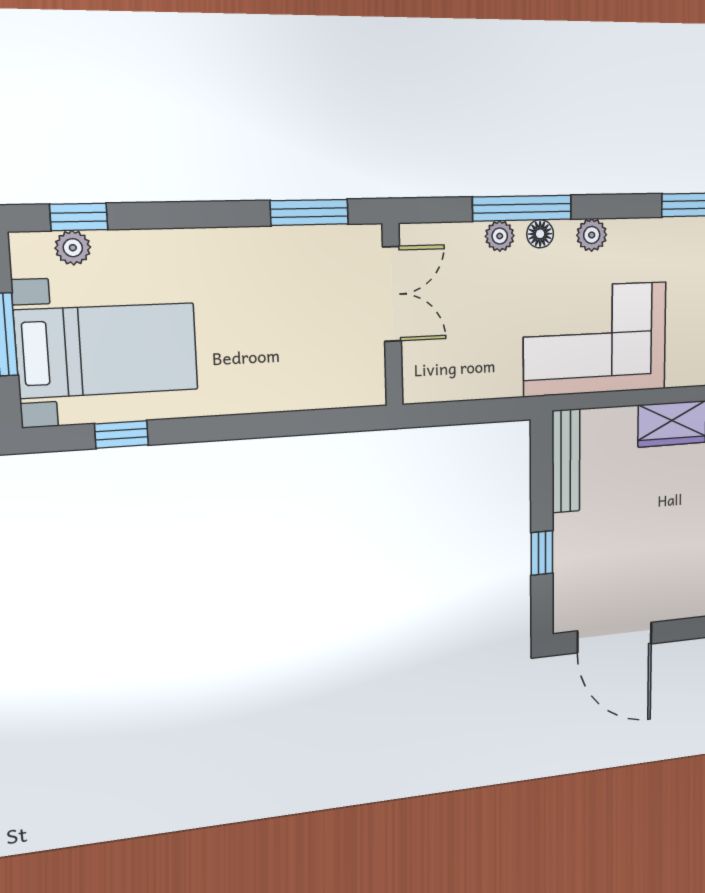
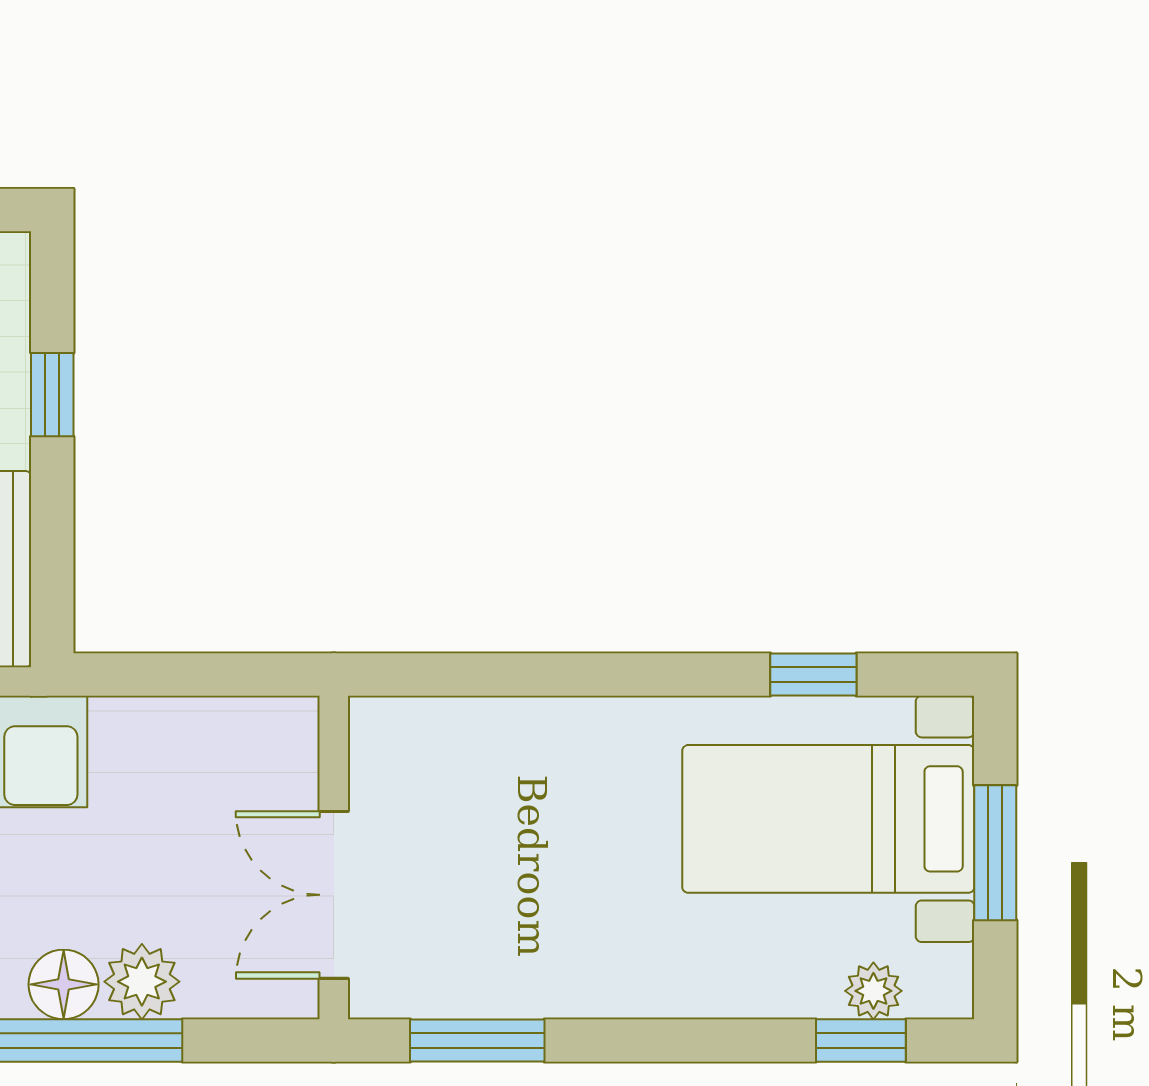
floor lamp: (540, 234) -> (64, 984), width x1.37, depth x1.37
plant: (500, 236) -> (142, 982), width x1.38, depth x1.38

